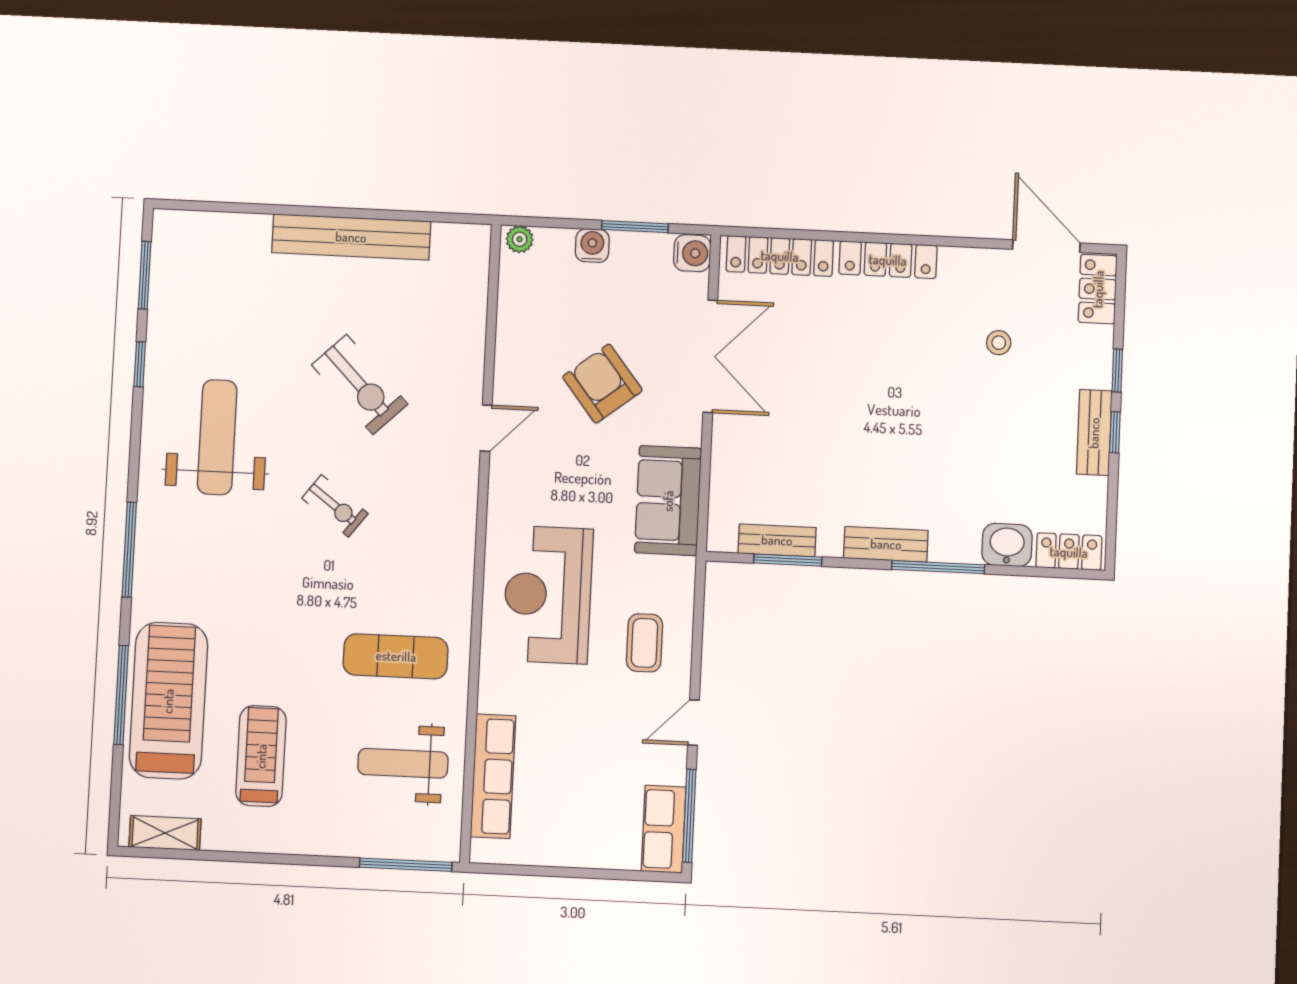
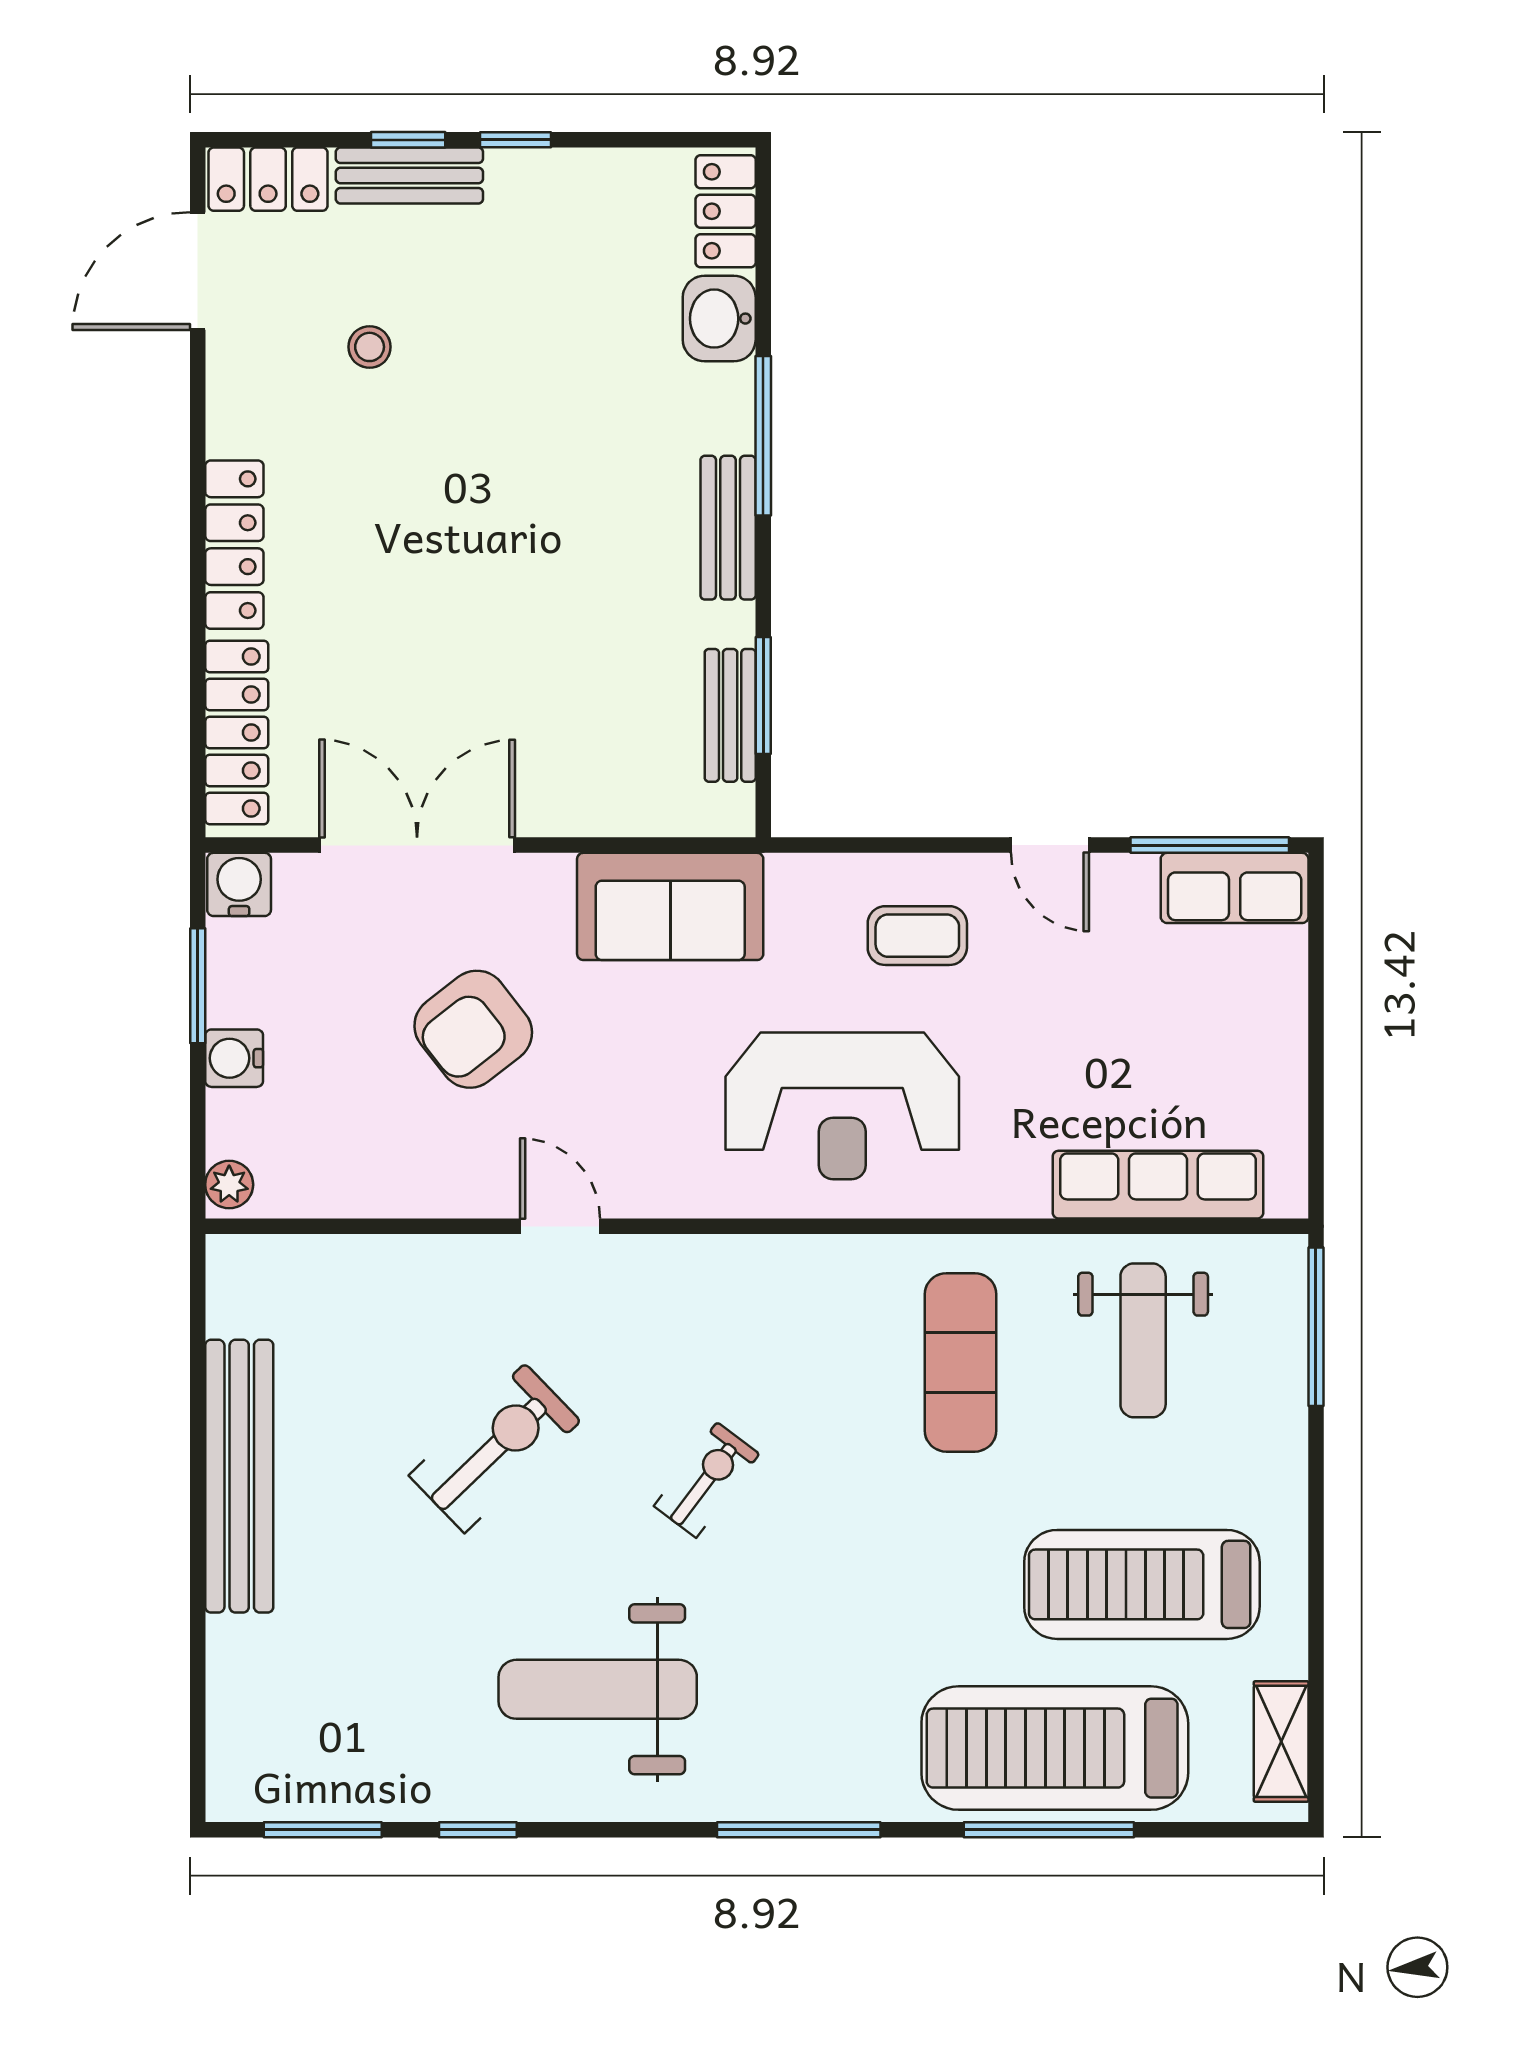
bench: (1094, 433) -> (409, 175), moved
treadmill: (261, 756) -> (1142, 1584), width x1.37, depth x1.38

